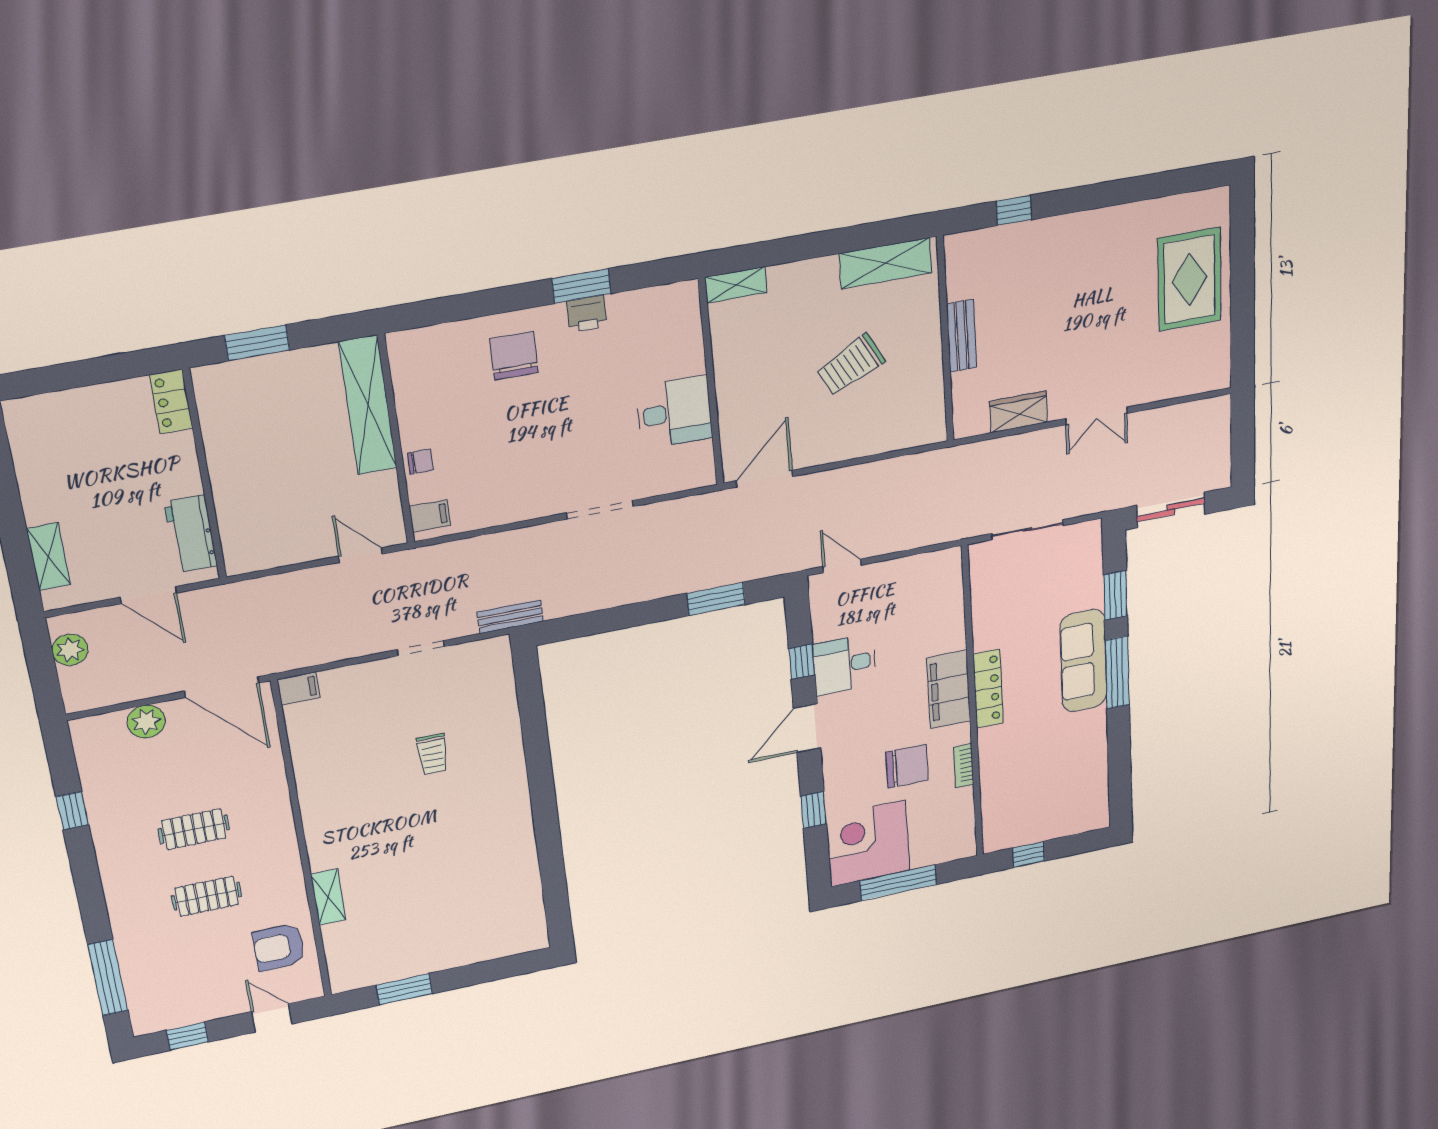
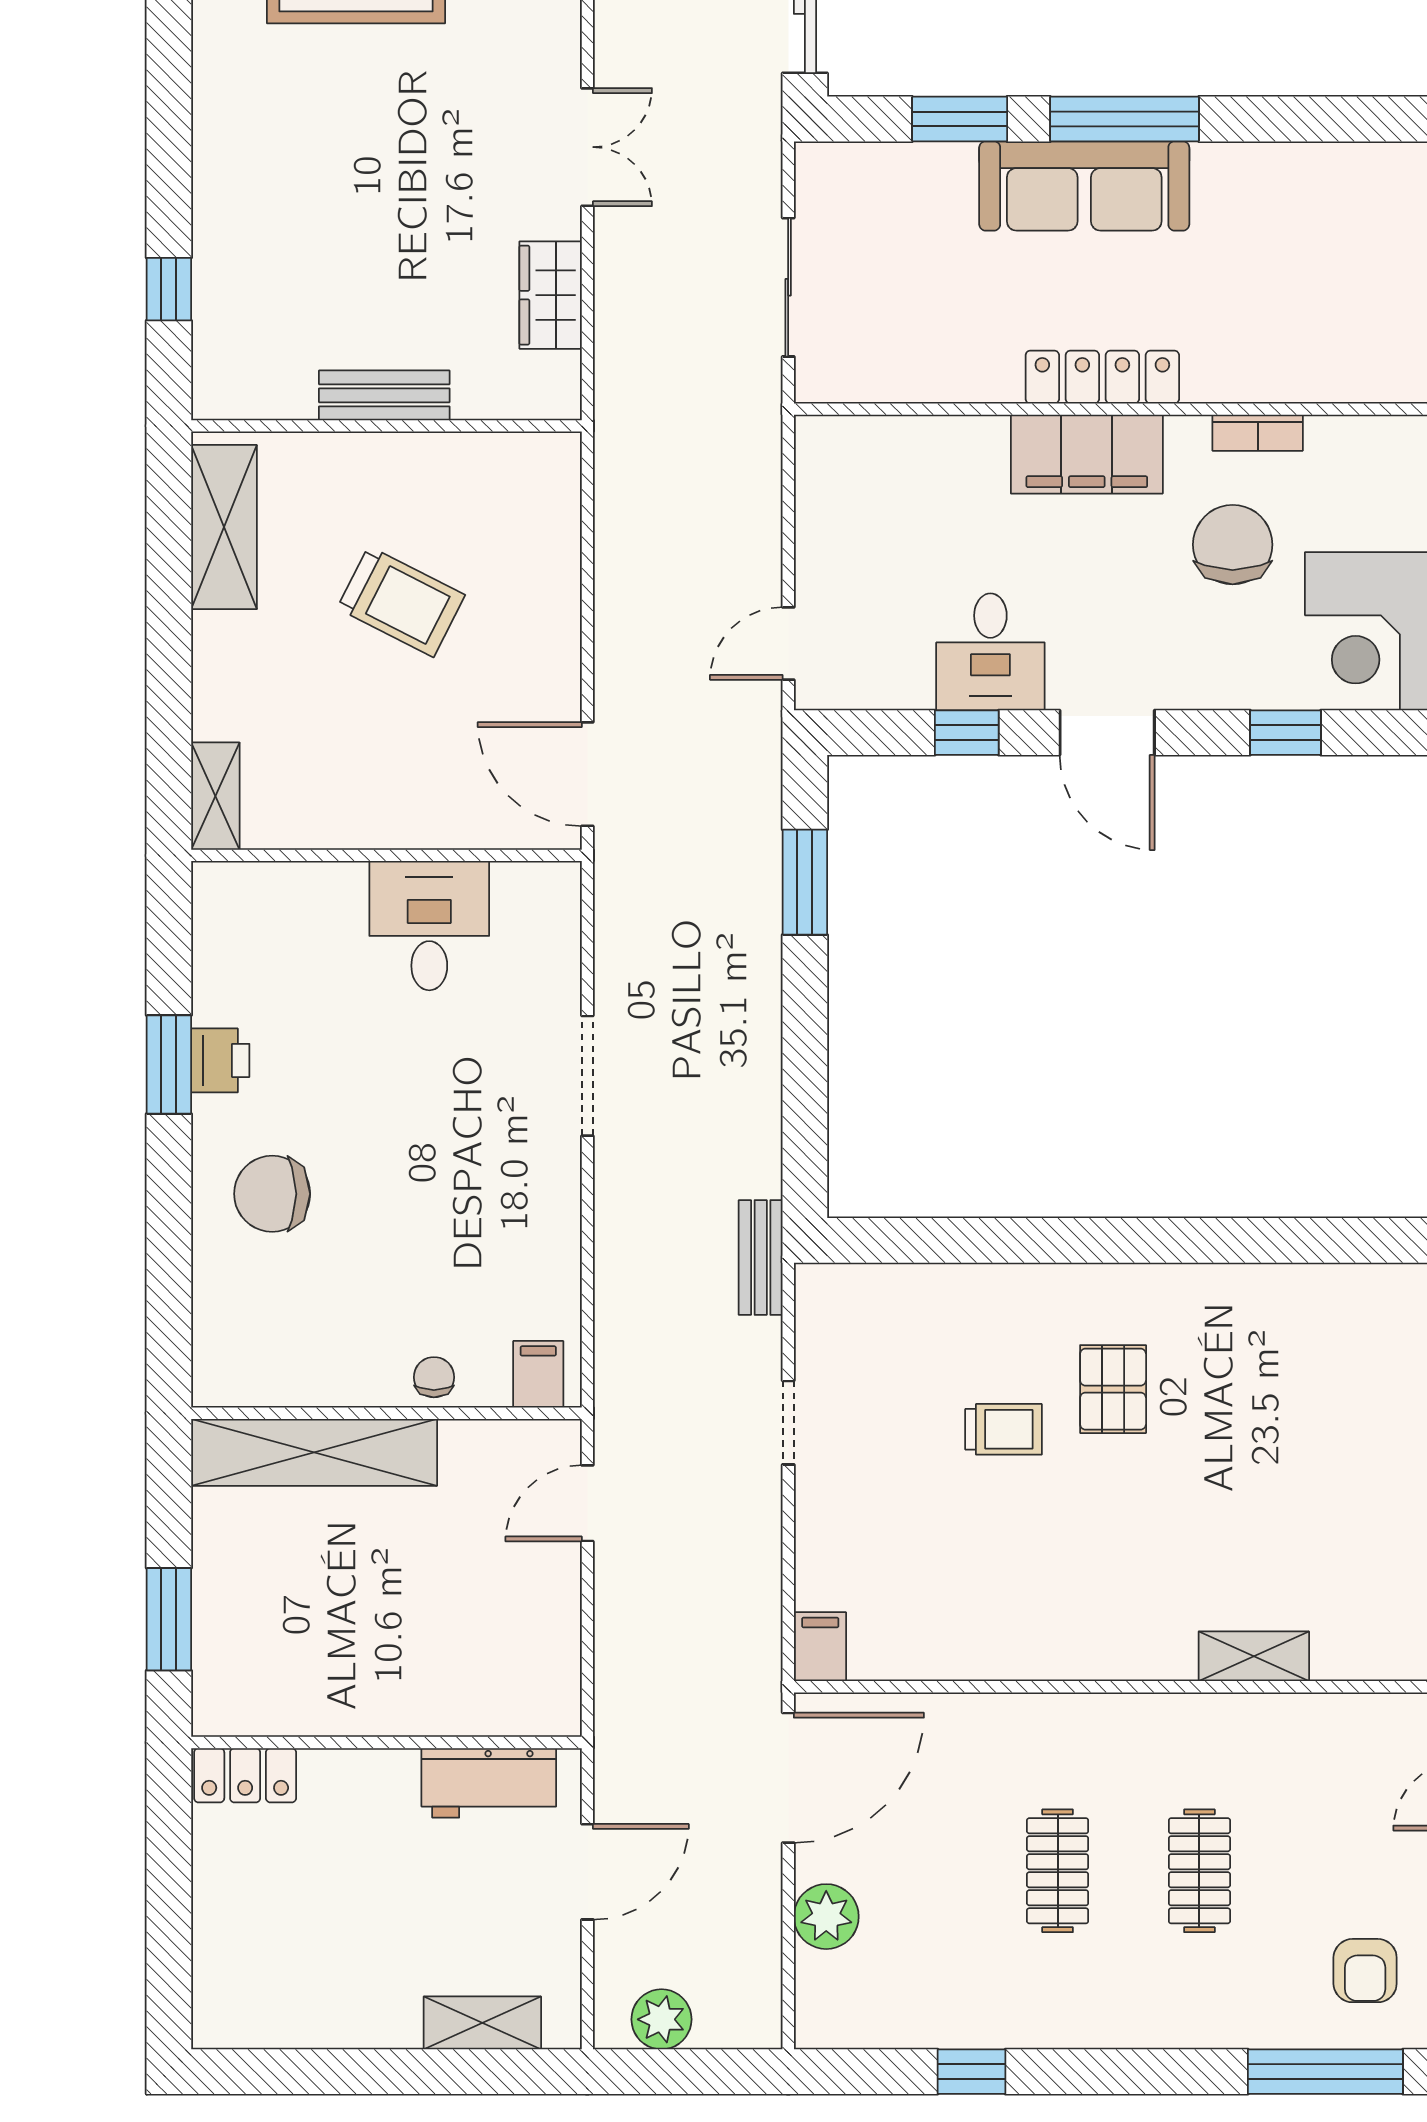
trolley: (851, 365) -> (401, 602), turned -35
pallet: (462, 802) -> (1113, 1389), added
armchair: (279, 947) -> (1365, 1971), moved, width x0.72, depth x0.72

